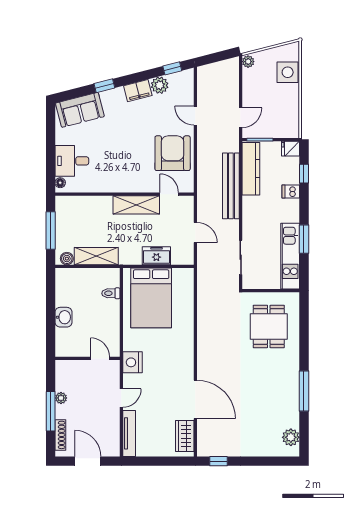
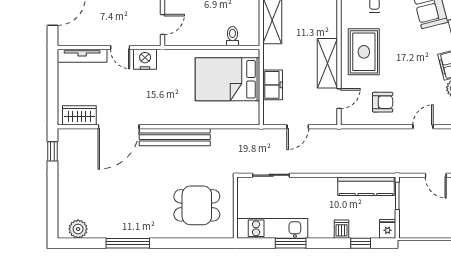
door: (241, 118) -> (436, 175), moved
armchair: (173, 153) -> (383, 102), width x0.53, depth x0.53
rug: (126, 171) -> (364, 52), added
bench: (231, 186) -> (175, 137), moved
nightstand: (132, 362) -> (145, 59), moved

